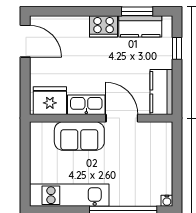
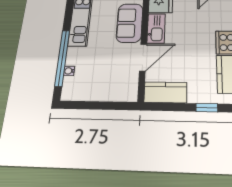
water cooler: (167, 201) -> (69, 71), moved

